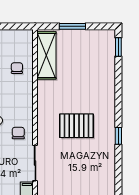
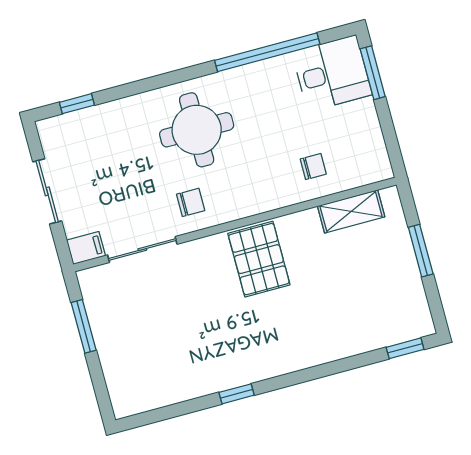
shelving: (46, 55) -> (351, 211), width x0.67, depth x0.75
pallet: (77, 126) -> (259, 259), moved

